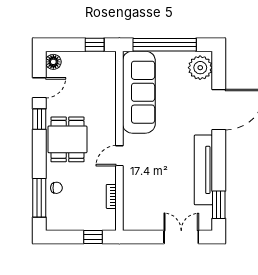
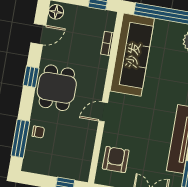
window: (39, 119) -> (31, 77), moved
bookcase: (111, 196) -> (107, 43), moved
armchair: (140, 202) -> (116, 160), added

